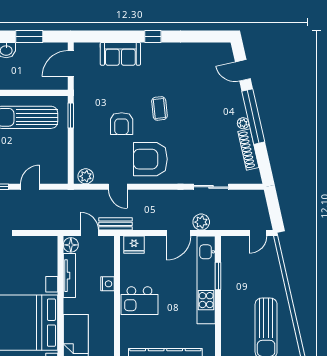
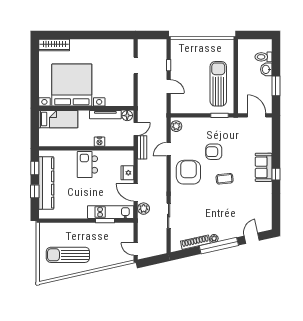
sofa: (120, 54) -> (264, 167), moved
fridge: (134, 245) -> (127, 173), moved
kitchen unit: (206, 280) -> (111, 212), width x0.73

